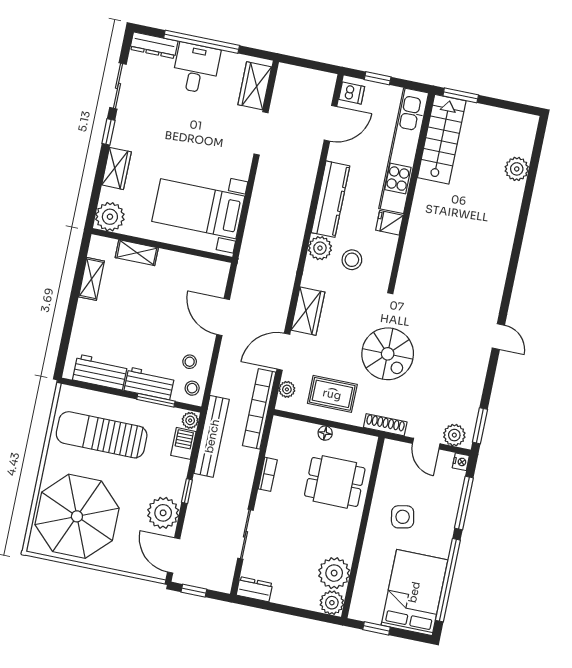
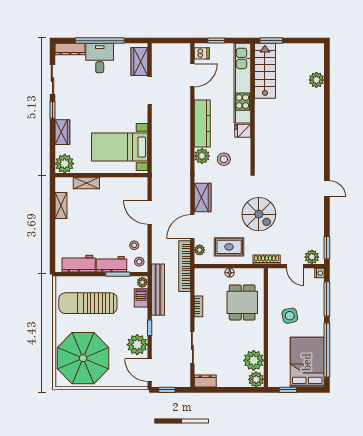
dining table: (335, 482) -> (242, 302), turned 90

